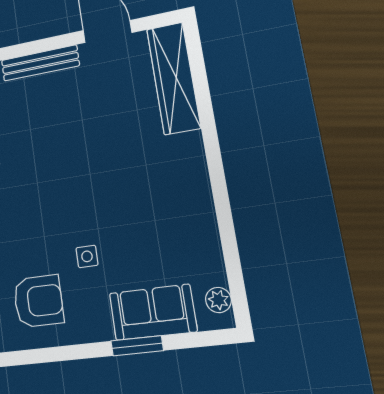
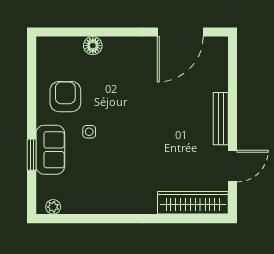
armchair: (38, 301) -> (65, 97), turned 180
sofa: (153, 312) -> (50, 150), moved

